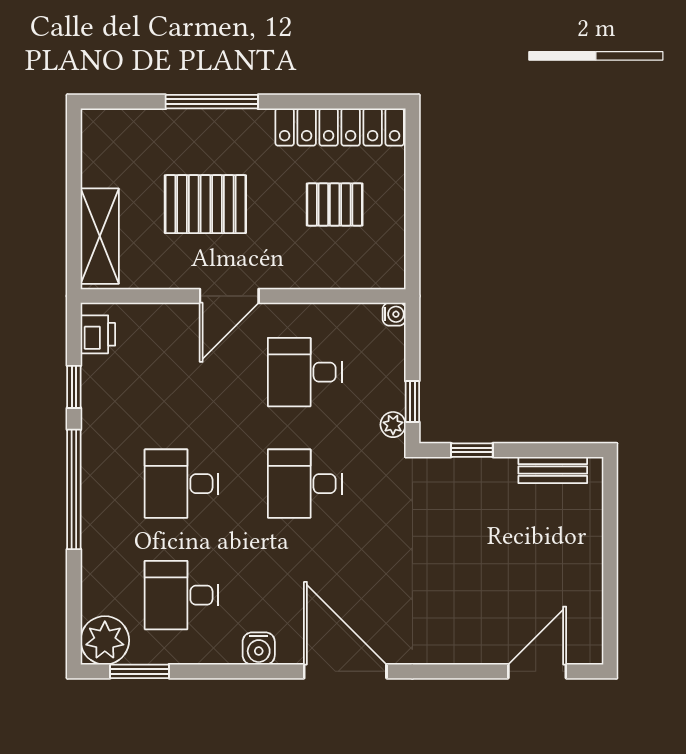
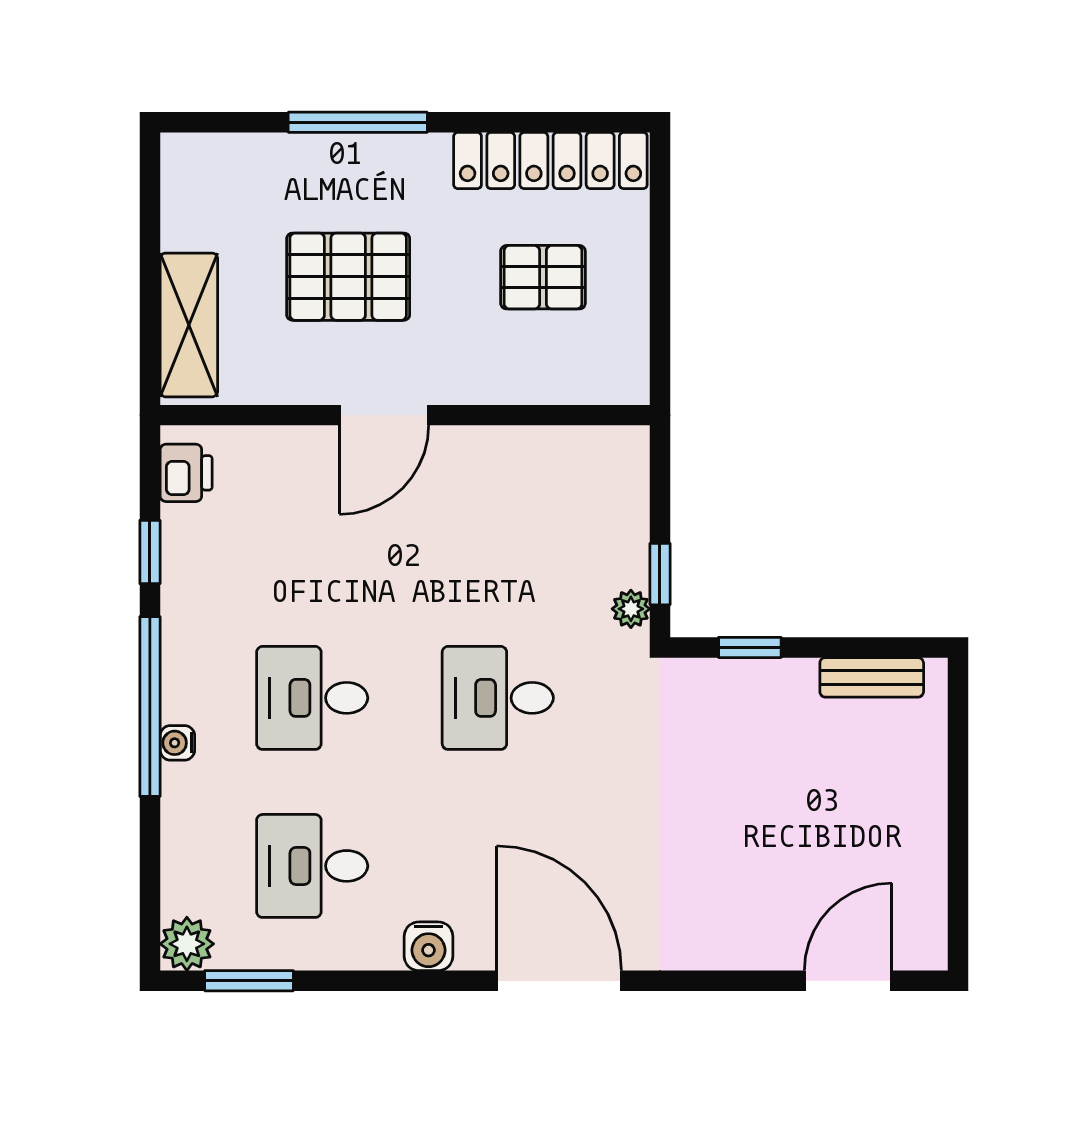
water cooler: (394, 314) -> (177, 743), moved, turned 180
desk: (305, 372) -> (498, 530), removed
plant: (105, 640) -> (187, 944), width x0.73, depth x0.73

